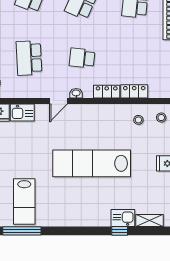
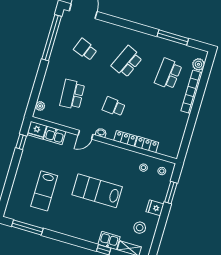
lab bench: (92, 163) -> (97, 191), width x0.73
stool: (155, 192) -> (140, 228), added
lab bench: (24, 202) -> (44, 191), moved

